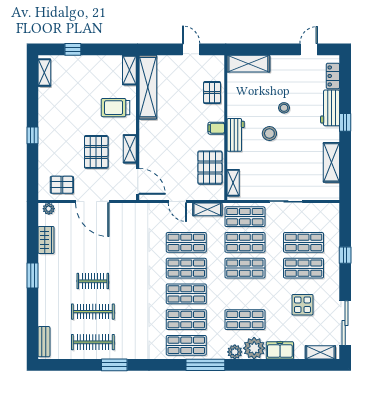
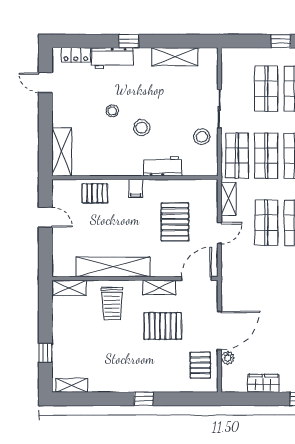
door: (191, 49) -> (45, 217), swing flipped
shelving: (148, 87) -> (113, 267), moved
workbench: (236, 135) -> (163, 166), moved
pallet: (210, 168) -> (175, 222), moved, turned 90
shelving: (233, 183) -> (198, 169), removed
stool: (261, 186) -> (202, 137), added
plant: (49, 209) -> (228, 358), moved

